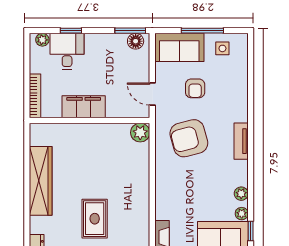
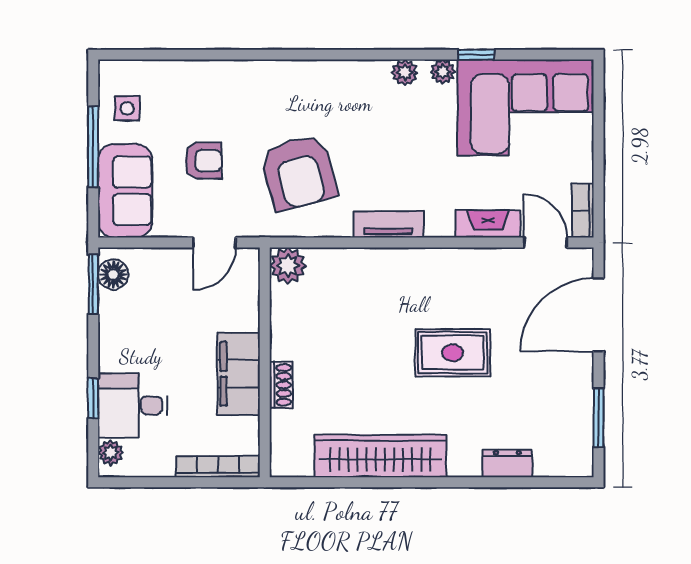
shoe rack: (78, 129) -> (281, 385), added
tv unit: (241, 141) -> (389, 224), moved, turned 180

